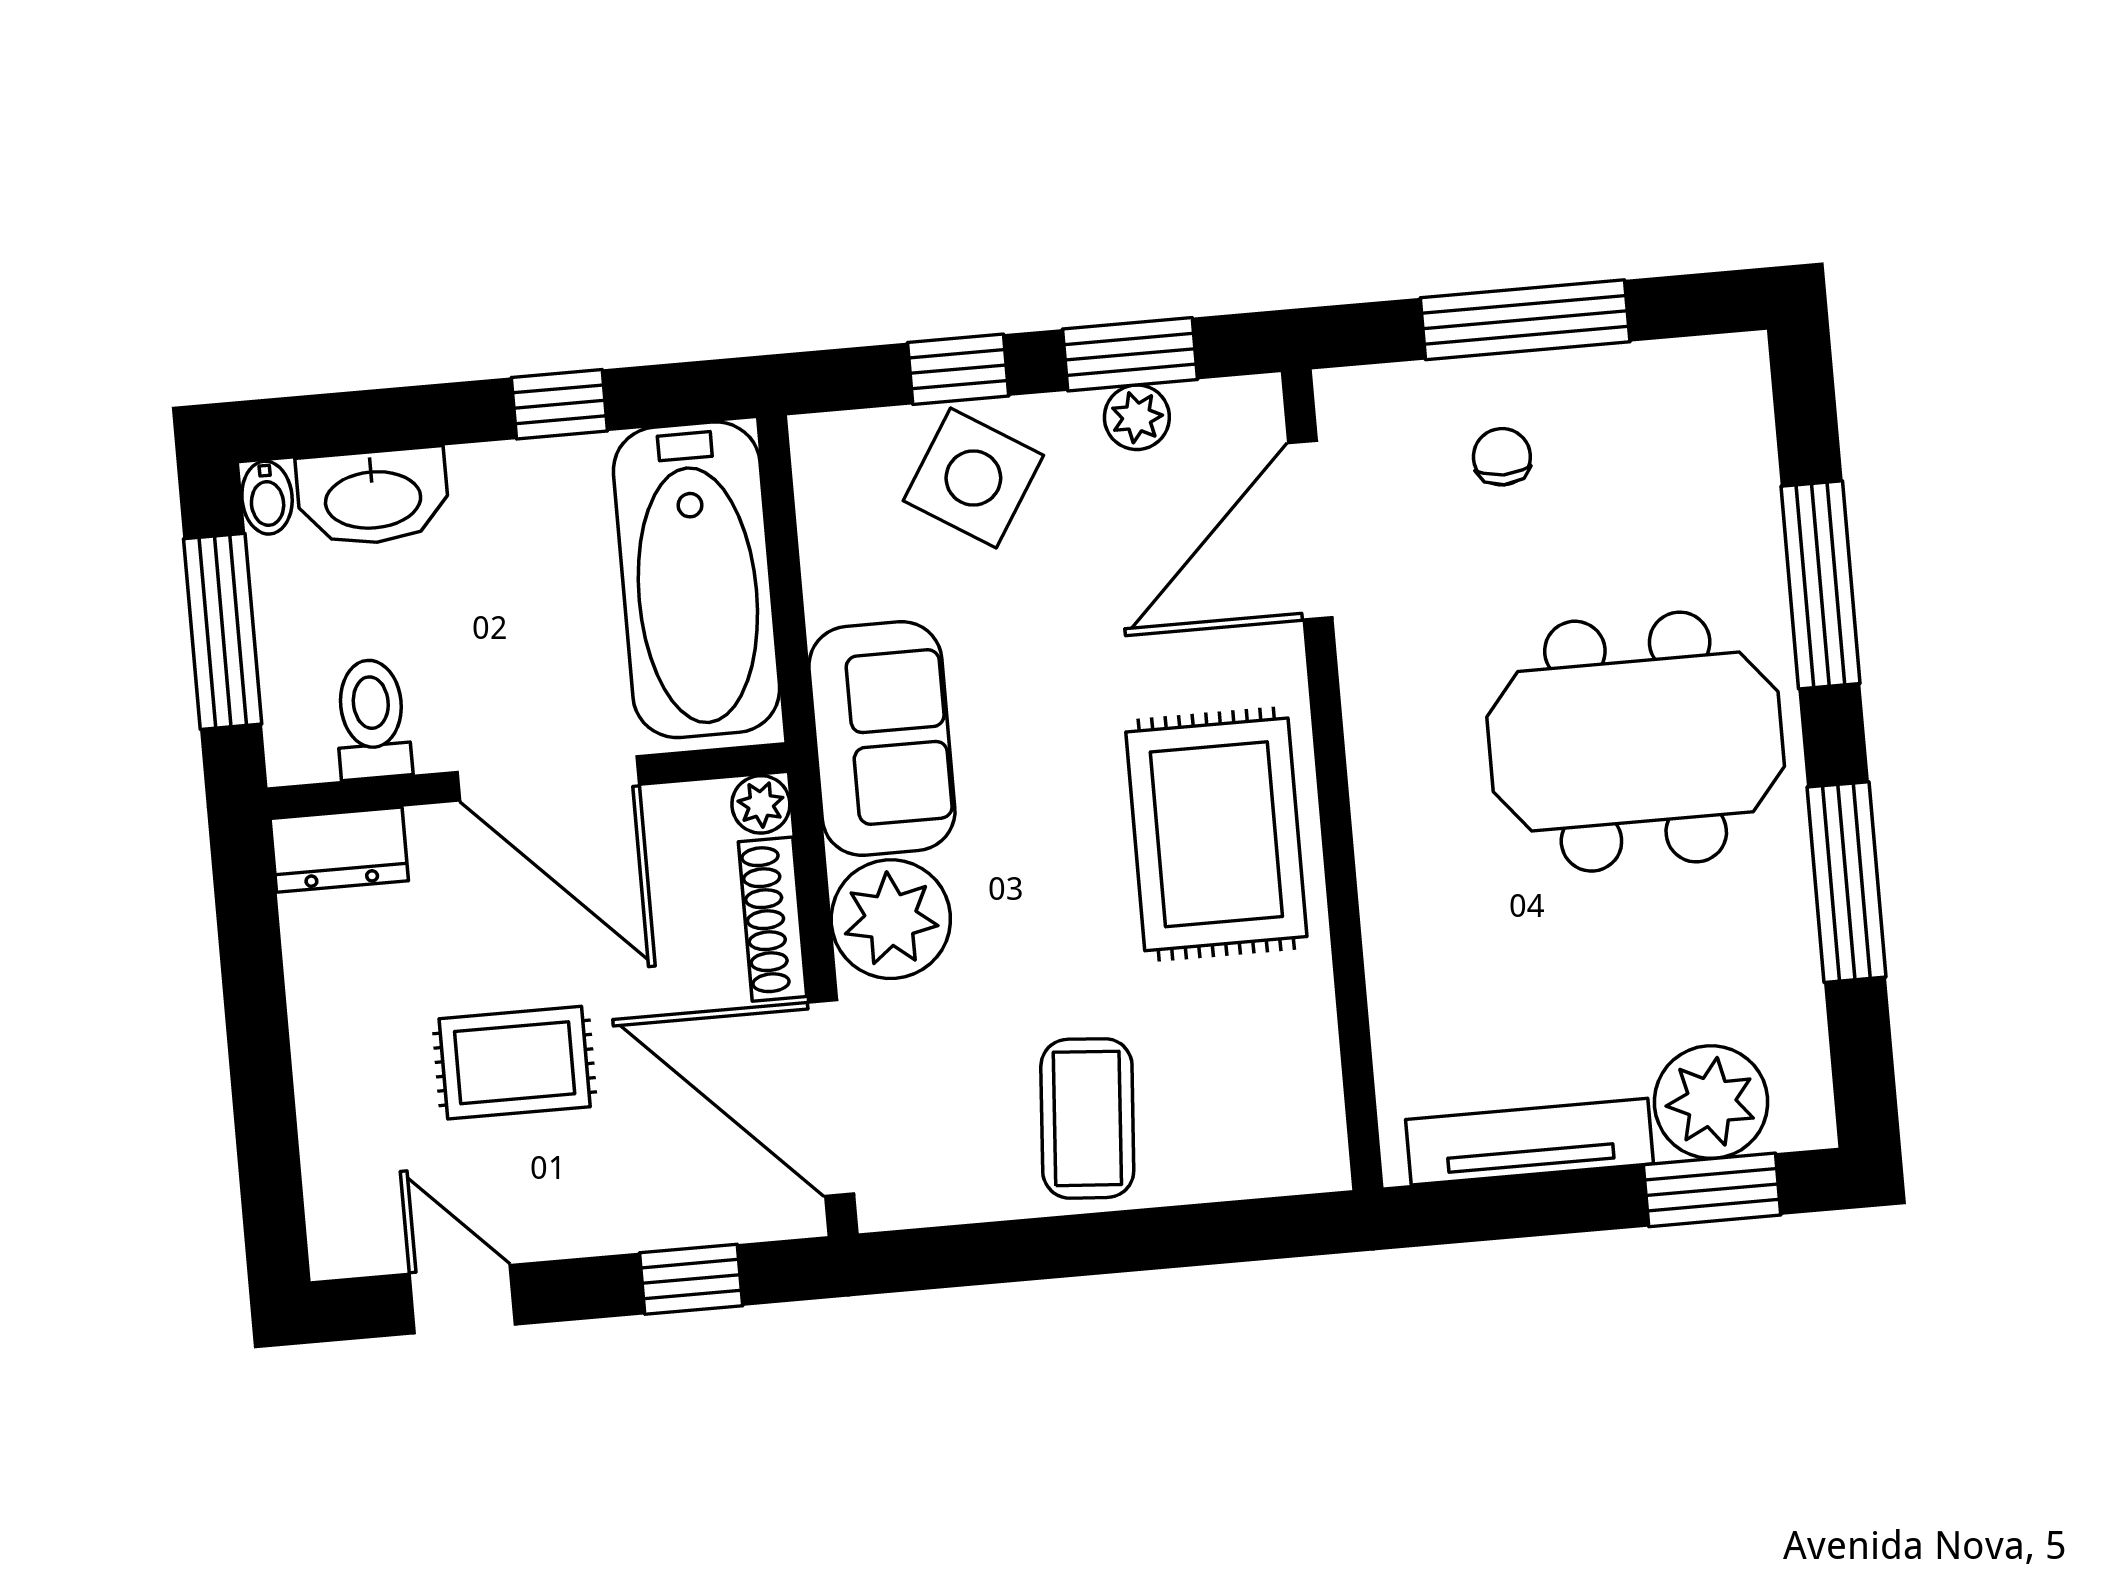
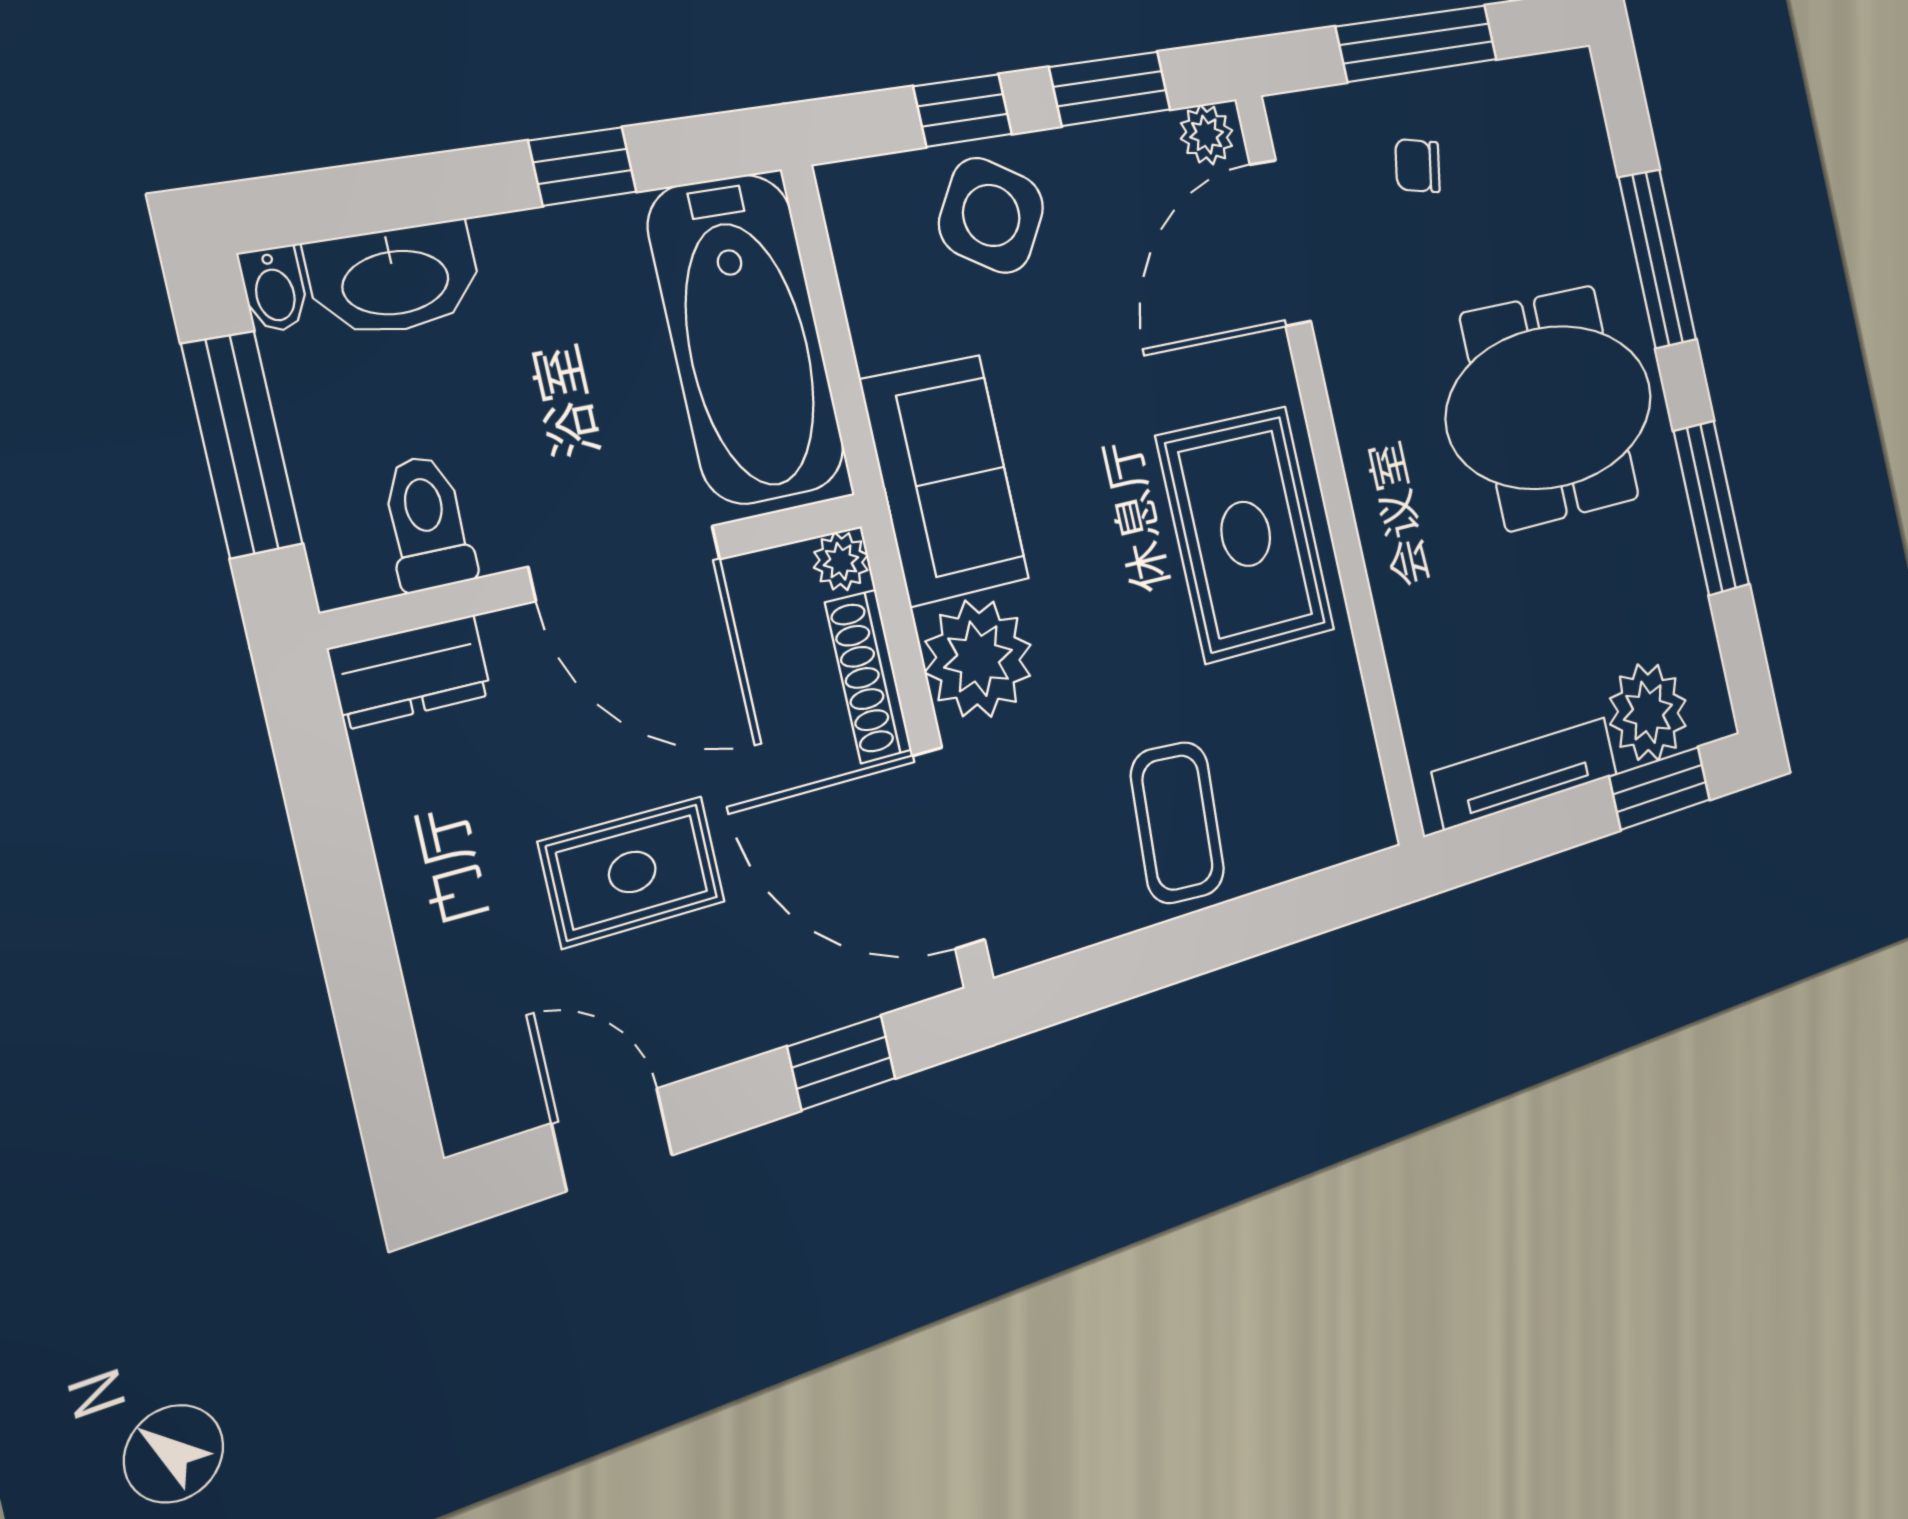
plant: (1137, 417) -> (1207, 135), moved
chair: (1502, 457) -> (1418, 166), turned -78

